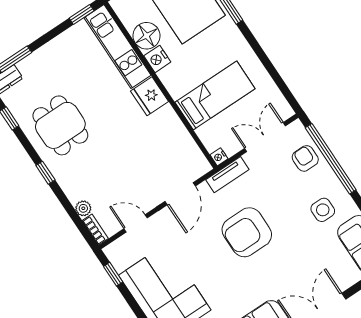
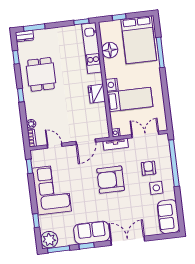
nightstand: (157, 59) -> (112, 85), moved
fridge: (150, 96) -> (97, 94), moved
armchair: (305, 158) -> (149, 168), moved

